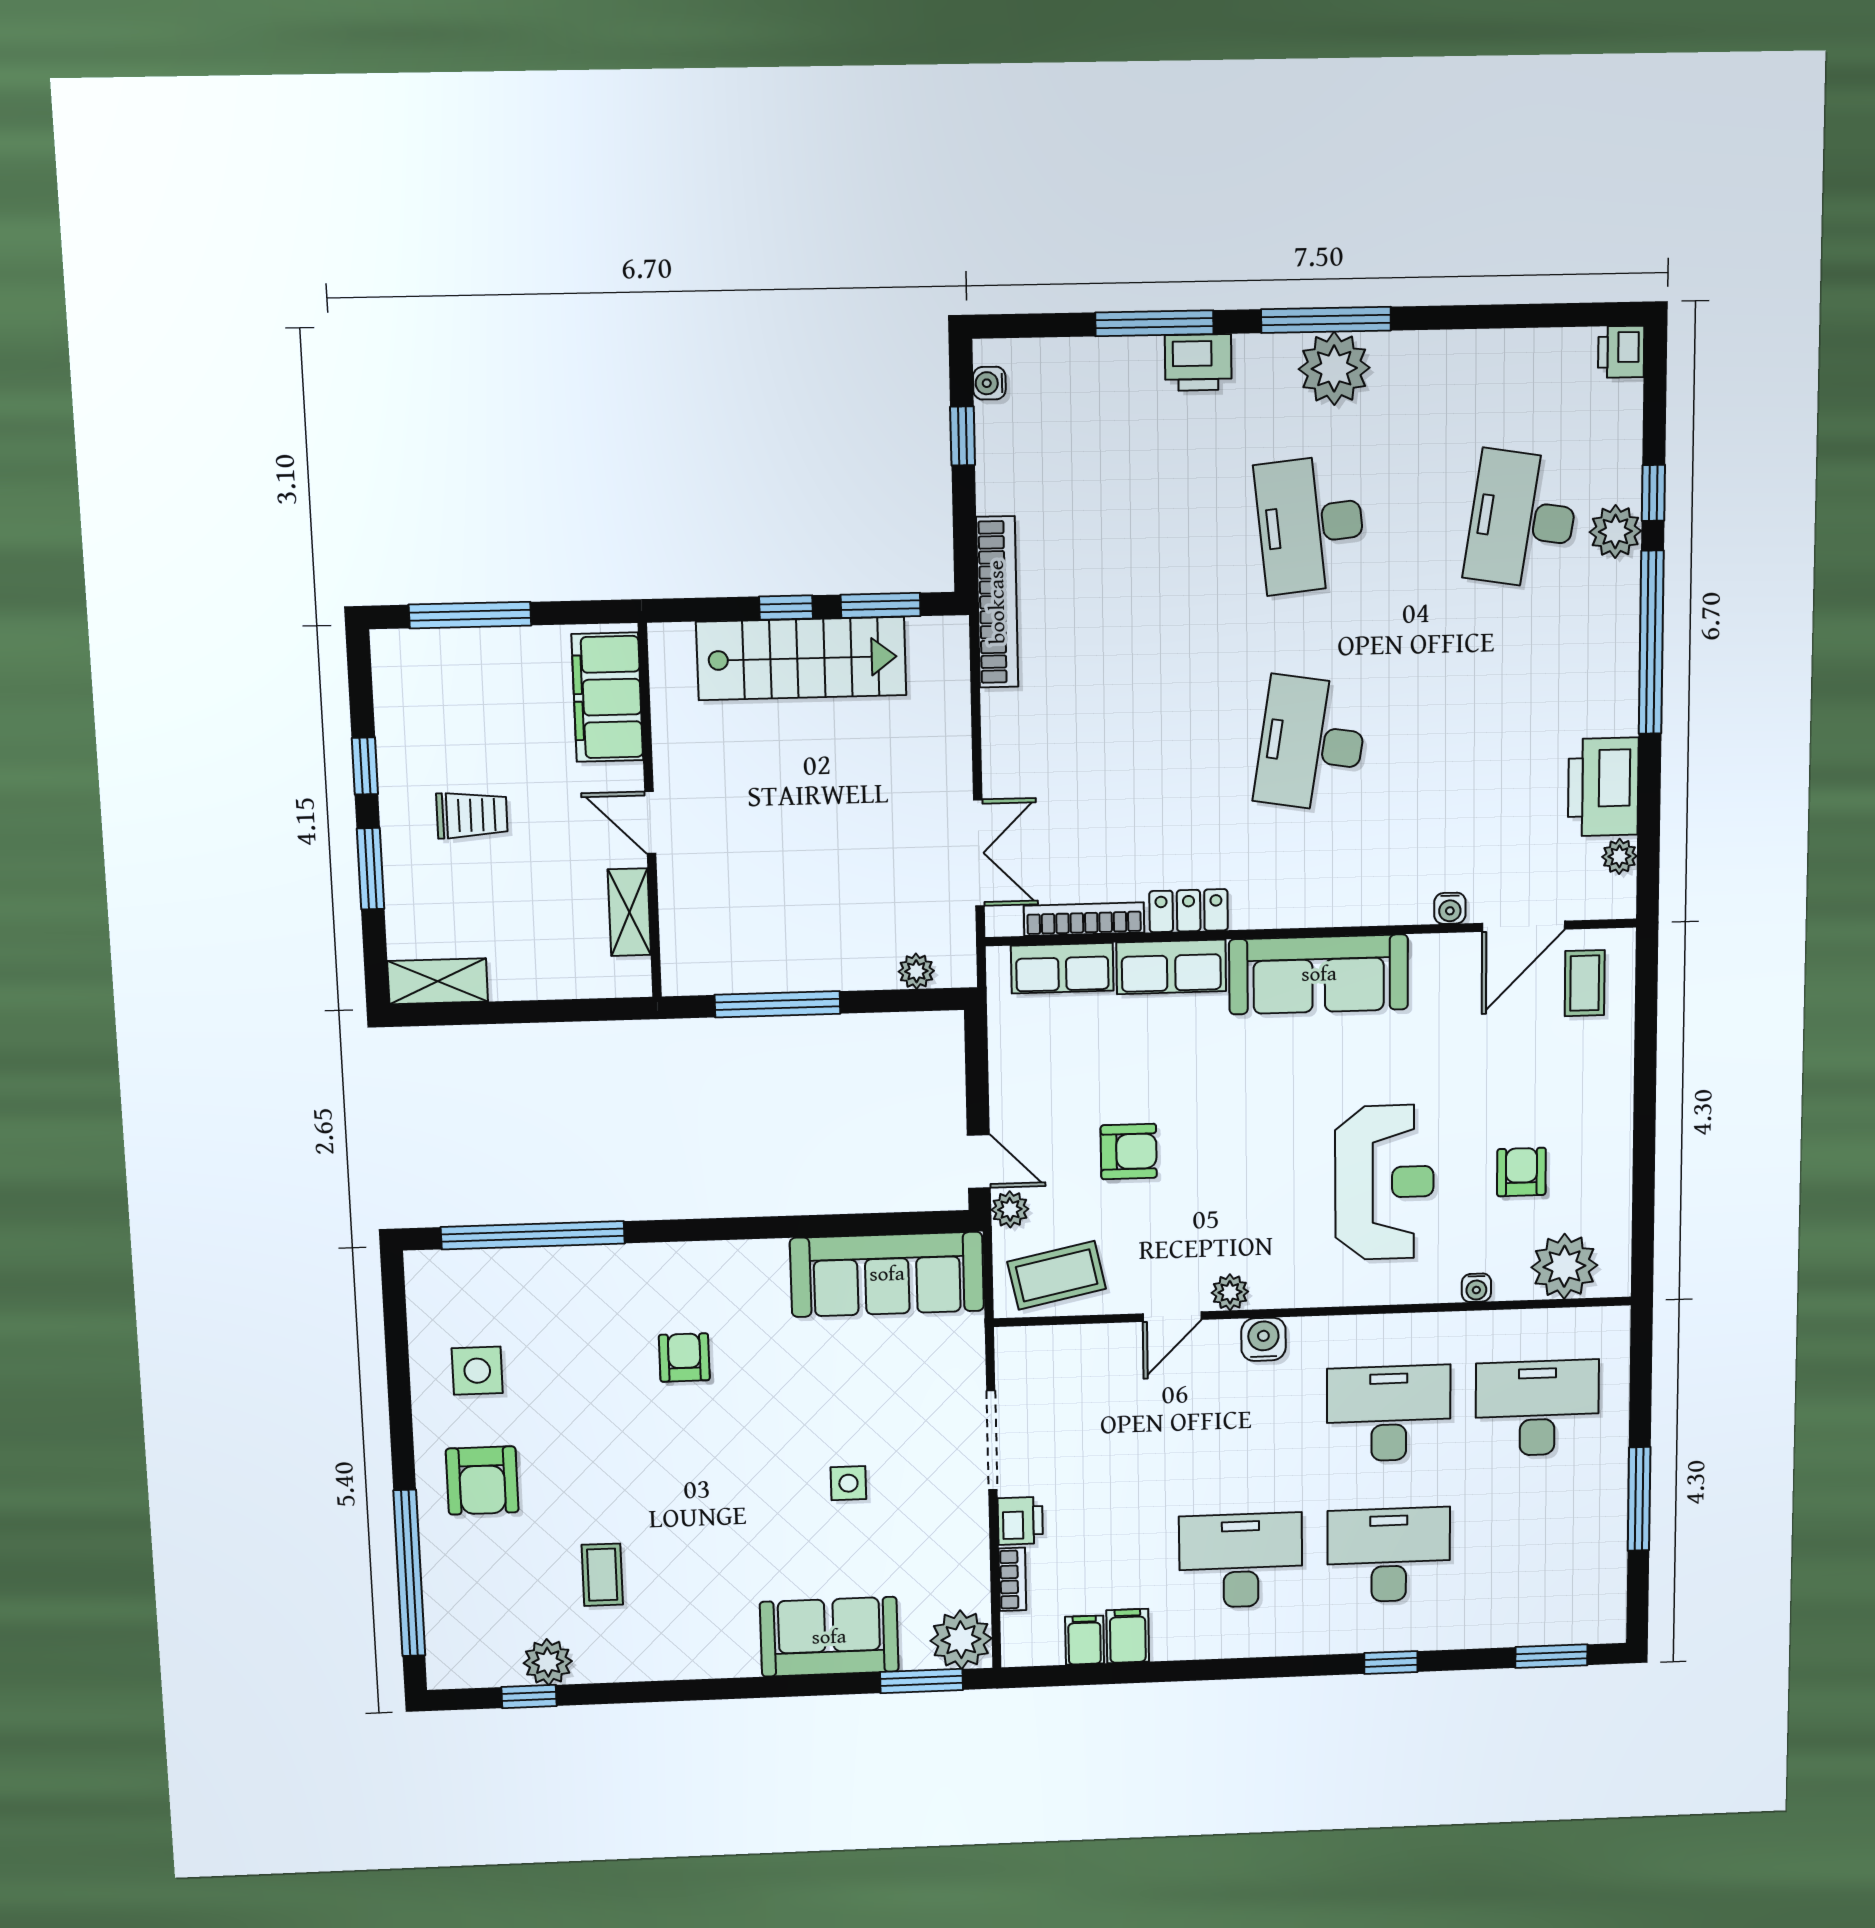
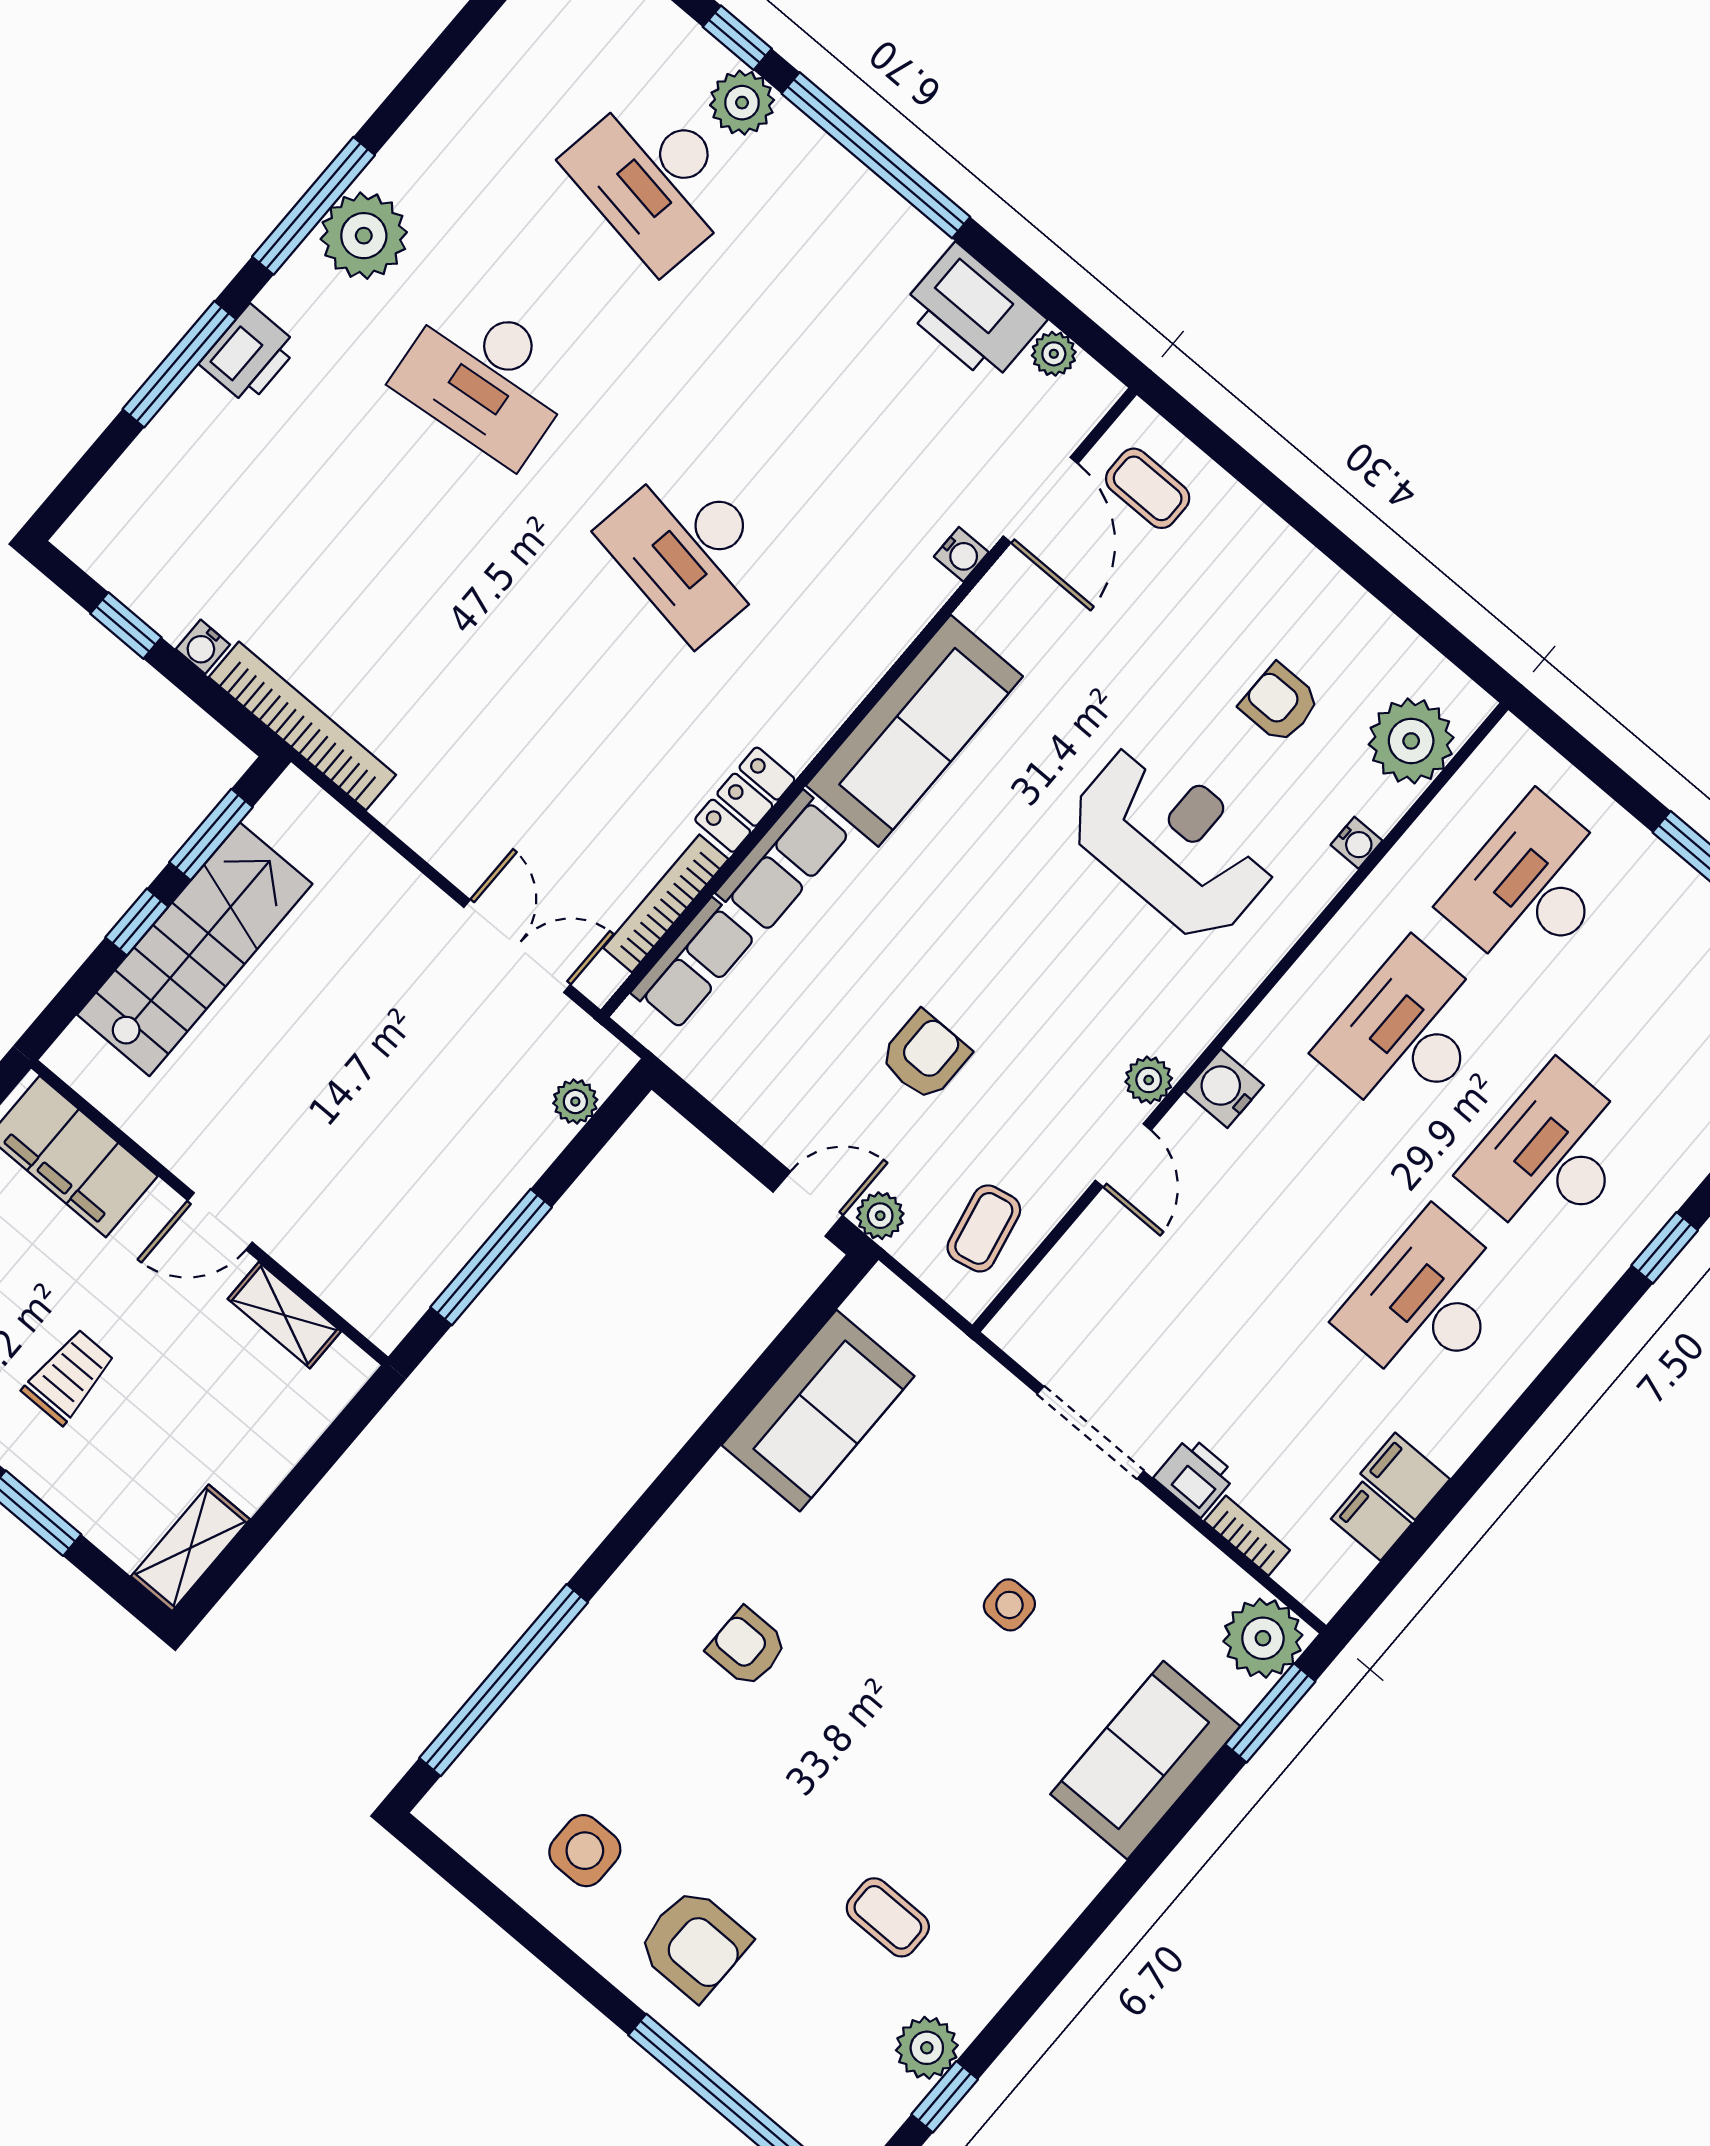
water cooler: (989, 383) -> (203, 647), moved
sofa: (887, 1274) -> (818, 1411), width x0.73
coffee table: (1057, 1275) -> (984, 1228), width x0.73, depth x0.77

